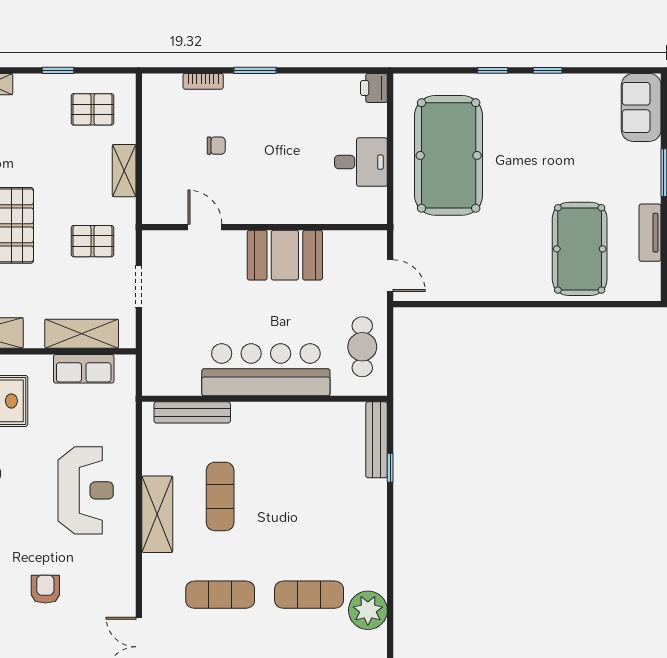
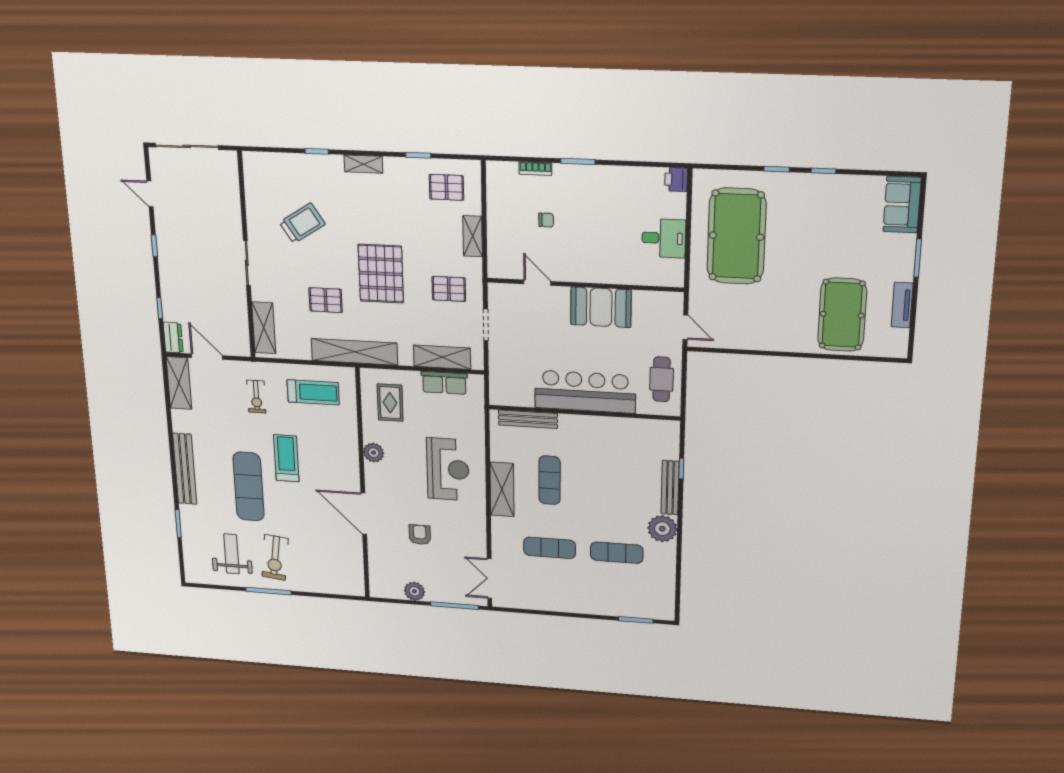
bench: (377, 440) -> (670, 488), moved
plant: (368, 610) -> (662, 529), moved

